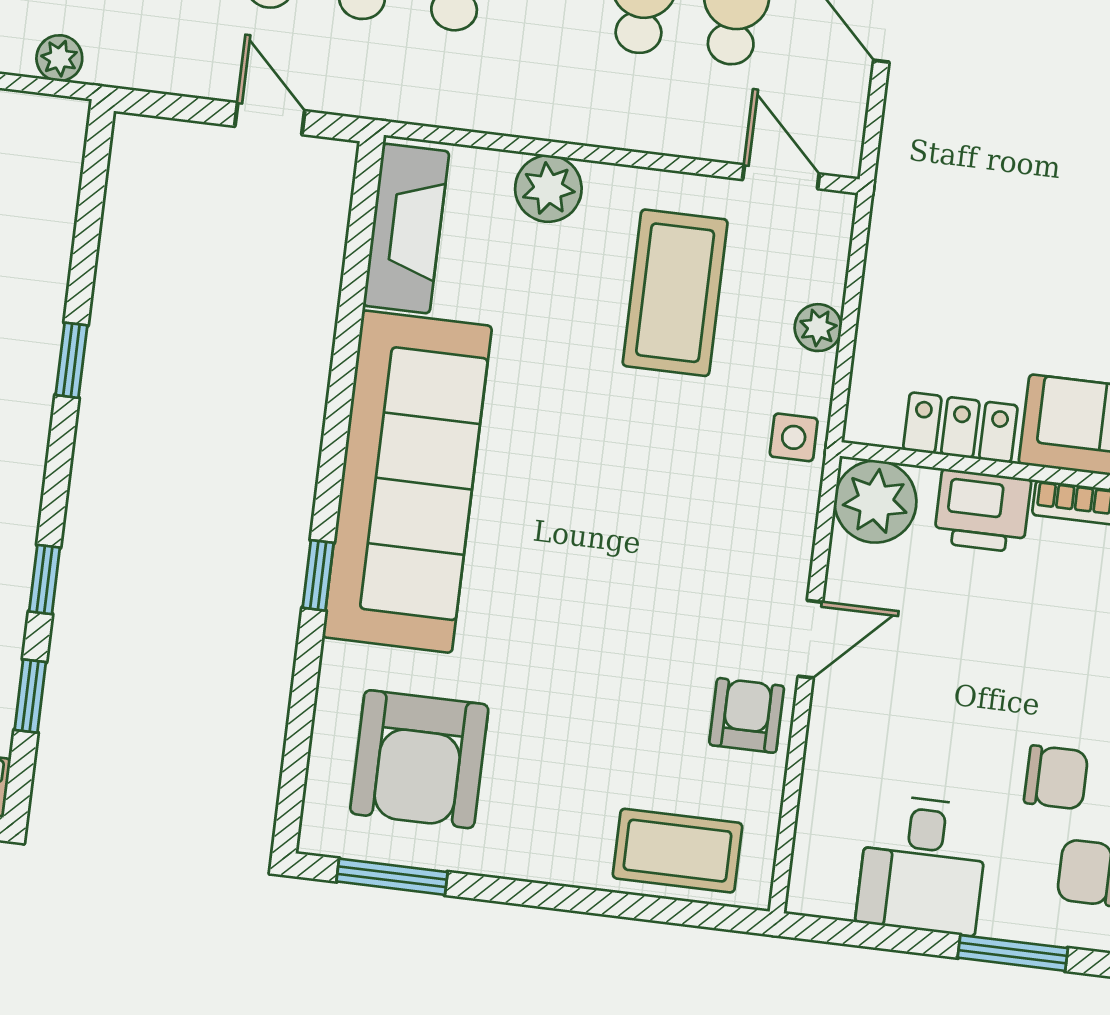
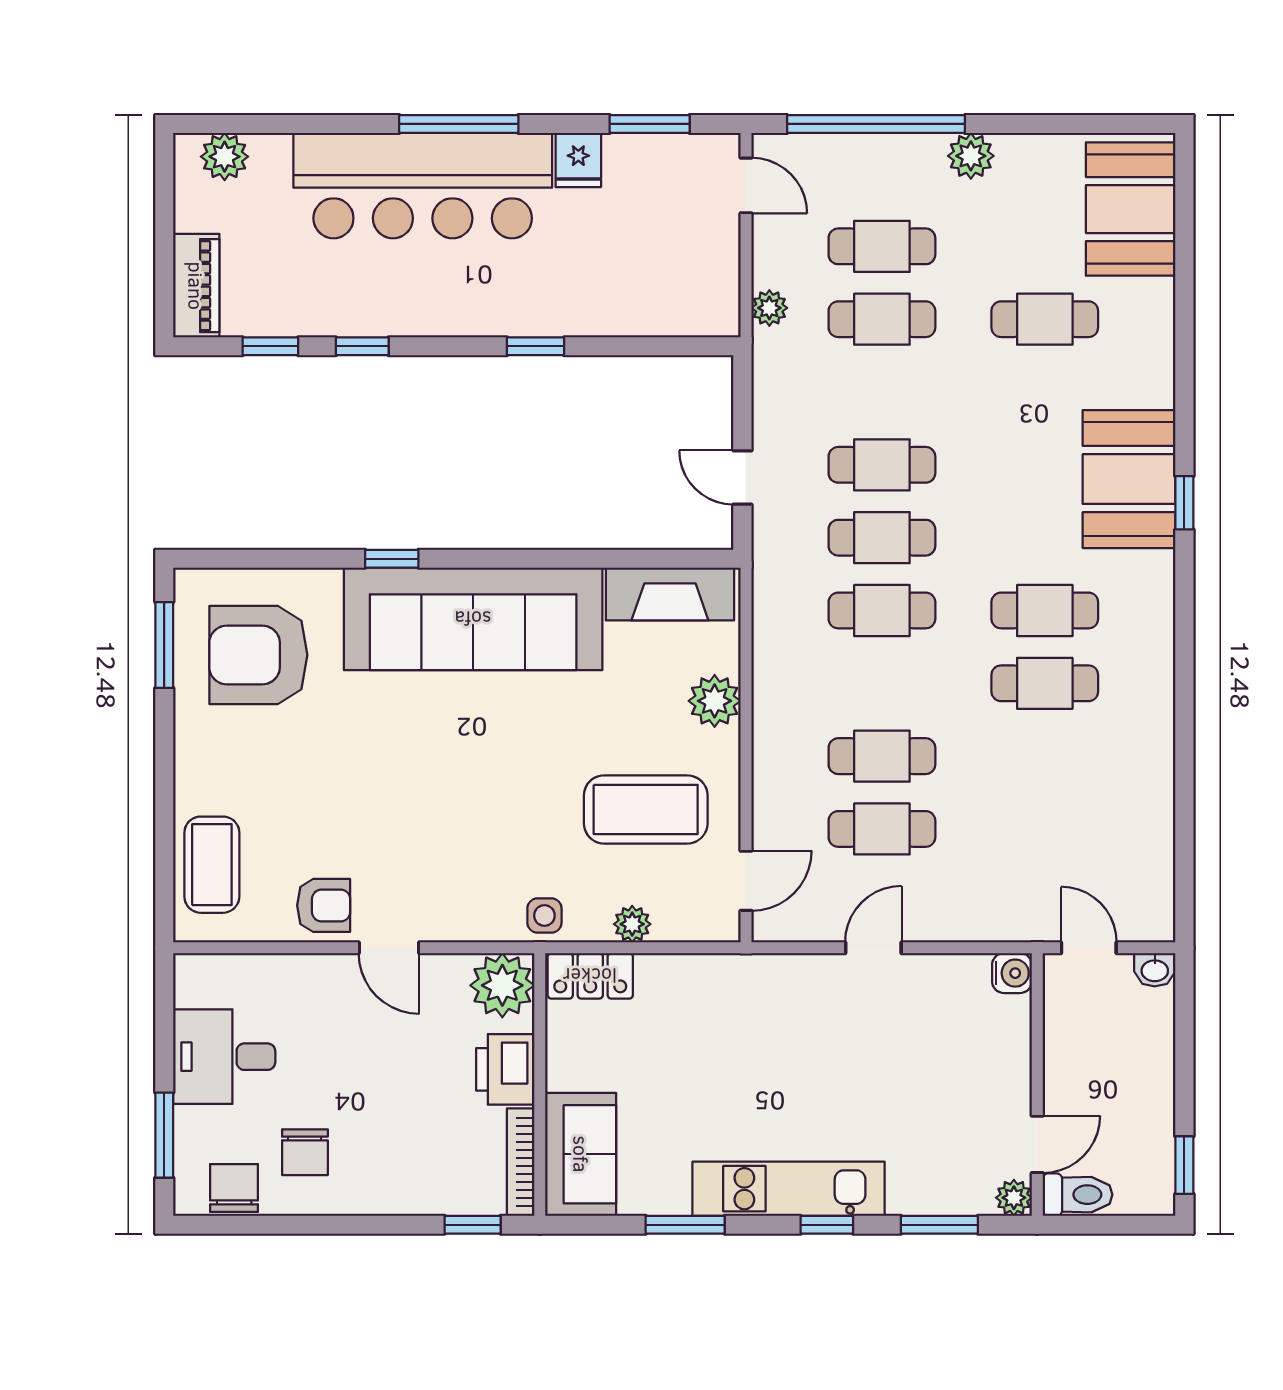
door: (270, 119) -> (742, 478), swing flipped
locker: (960, 428) -> (590, 976), moved, turned 90

